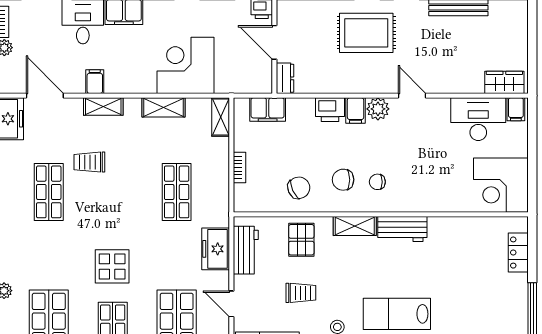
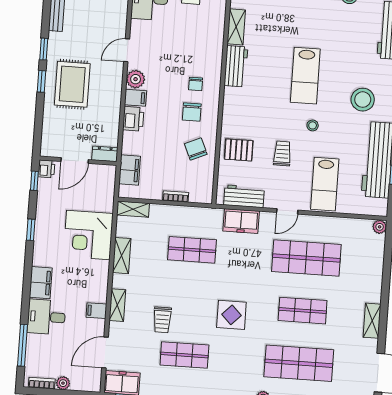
shelving: (355, 226) -> (236, 27), moved
display table: (112, 266) -> (231, 315), moved

